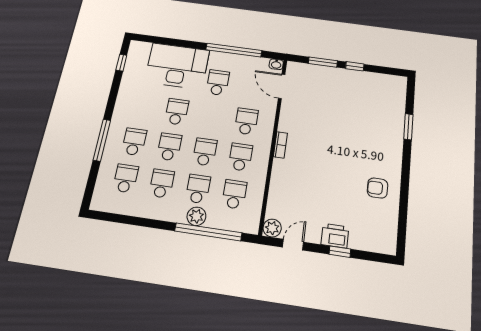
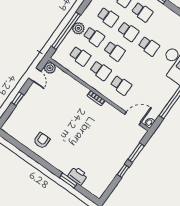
school desk: (218, 83) -> (155, 80), removed
printer: (335, 236) -> (78, 176), moved, turned -90

